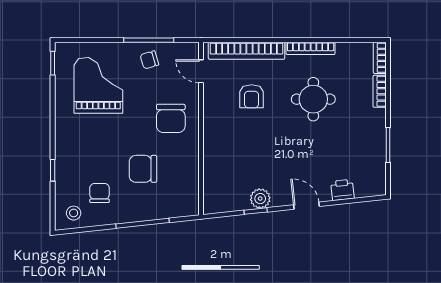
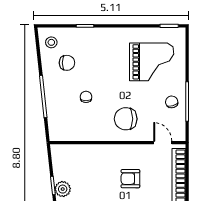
door: (201, 71) -> (163, 143), hinge flipped
armchair: (252, 96) -> (130, 179), moved
chair: (143, 169) -> (86, 97), width x0.54, depth x0.54

